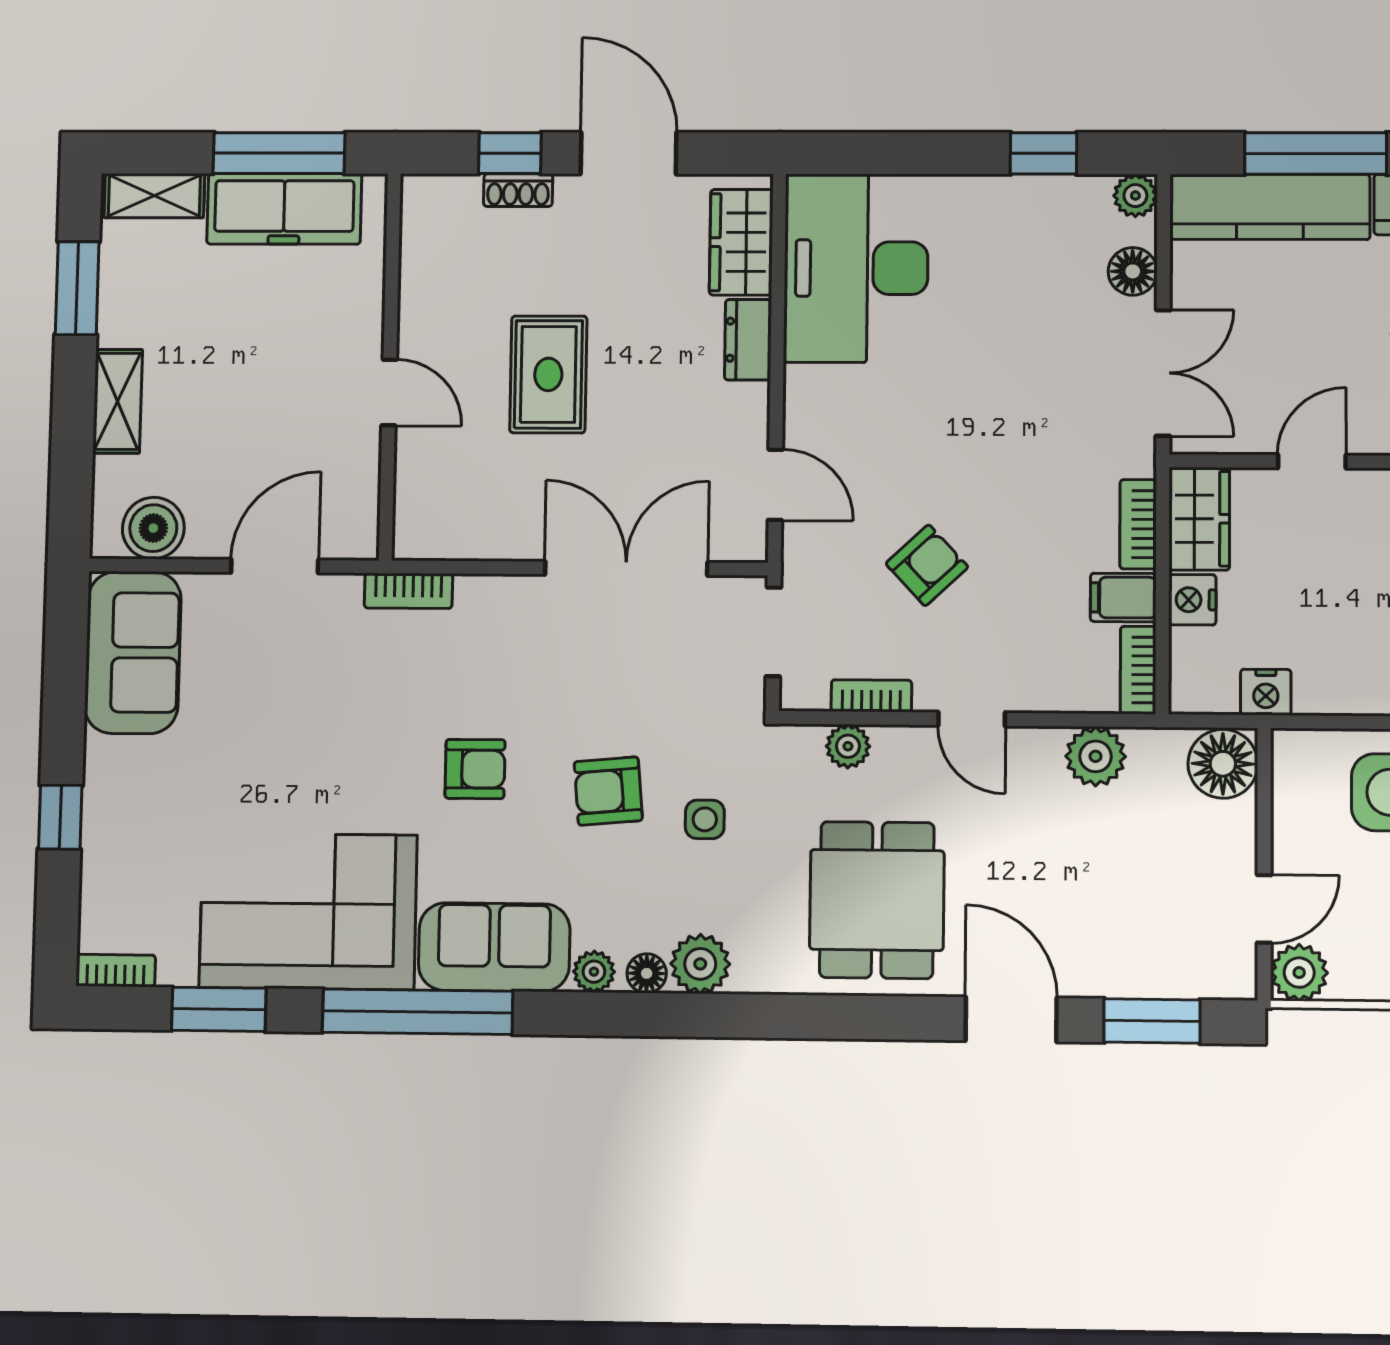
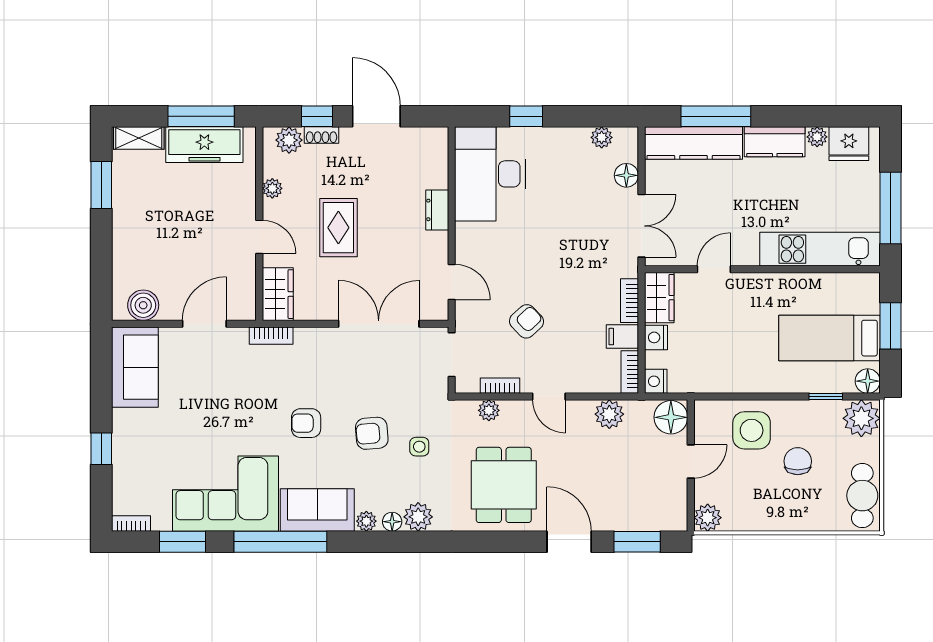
window: (1044, 153) -> (526, 116), moved
plant: (1135, 196) -> (602, 137), moved
plant: (453, 200) -> (289, 140), added
wardrobe: (741, 242) -> (278, 294), moved, turned 180
plant: (417, 296) -> (272, 188), added
shelving: (118, 401) -> (123, 242), removed
nightstand: (1266, 692) -> (656, 381), moved, turned 90
armchair: (475, 769) -> (306, 423), turned 180
door: (1264, 909) -> (691, 462), moved

